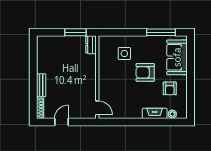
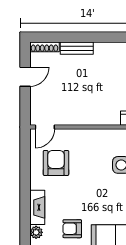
armchair: (145, 72) -> (56, 163), moved
door: (61, 122) -> (25, 77), hinge flipped

